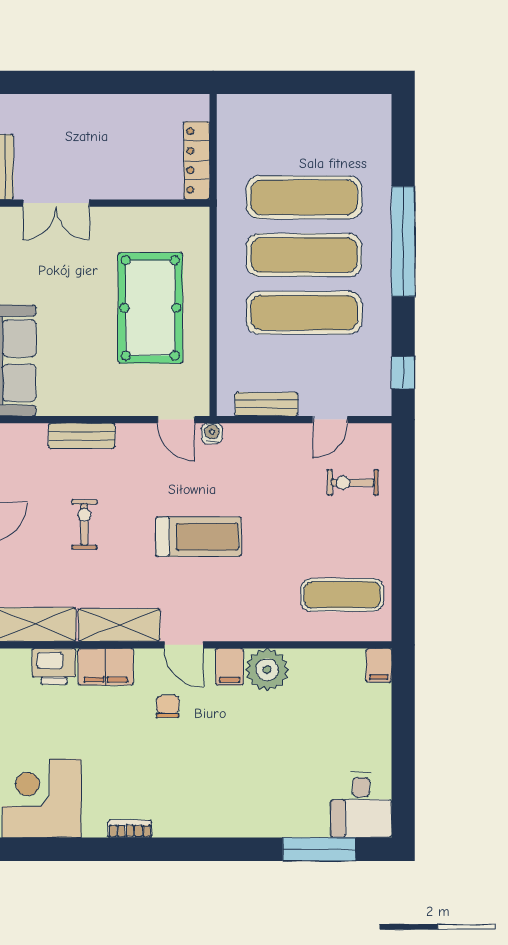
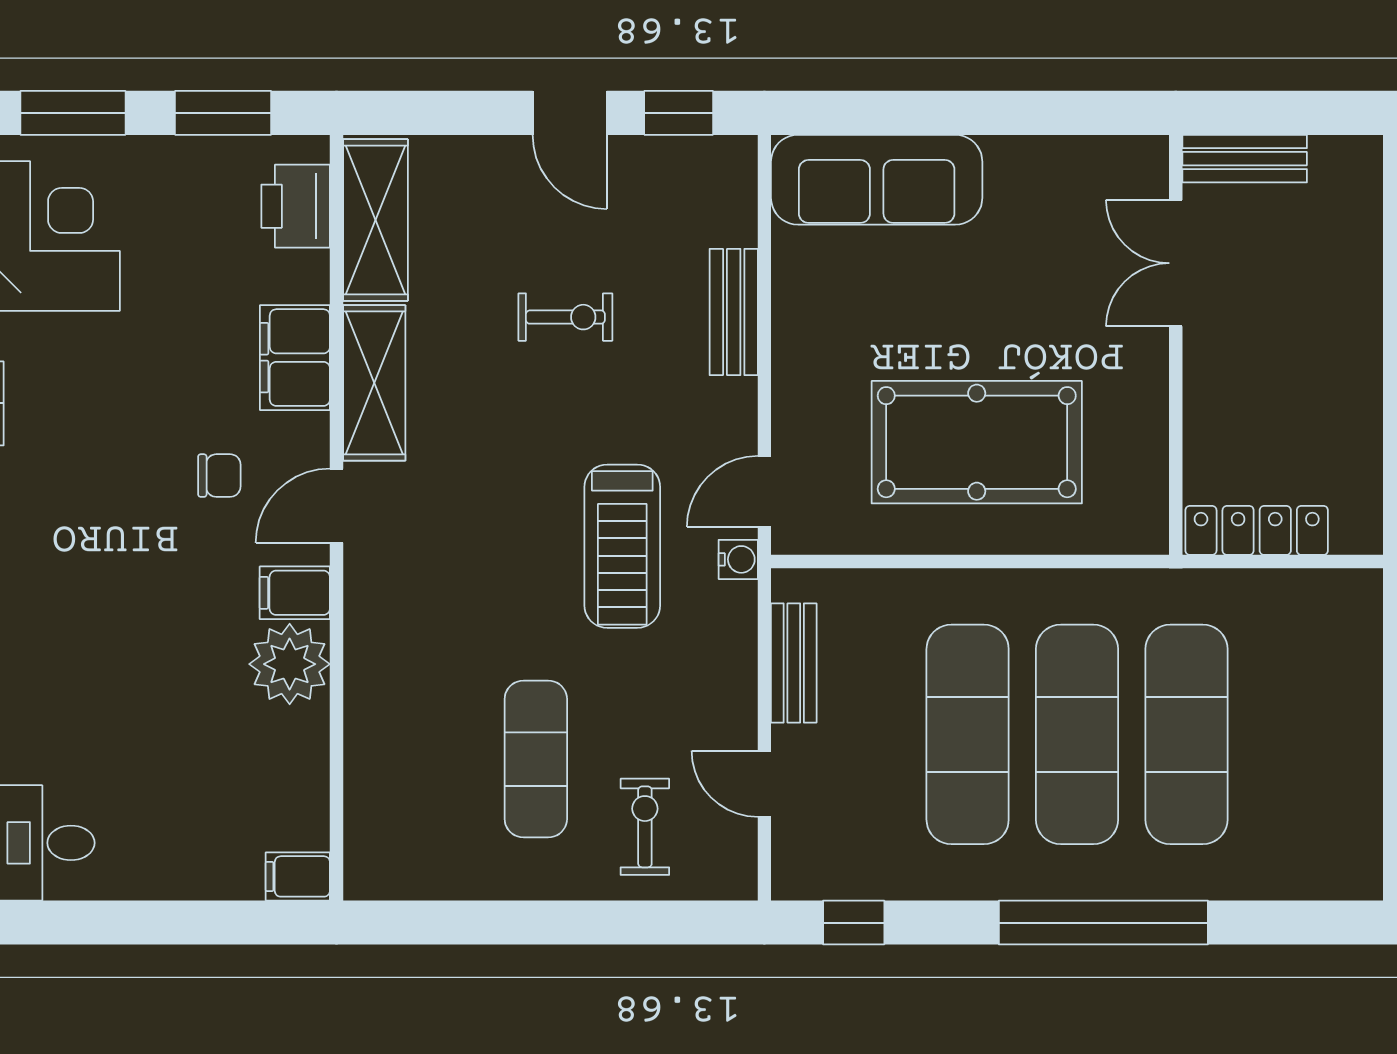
treadmill: (199, 537) -> (622, 546), moved
exercise mat: (342, 595) -> (536, 759), moved
printer: (54, 666) -> (296, 206), moved

